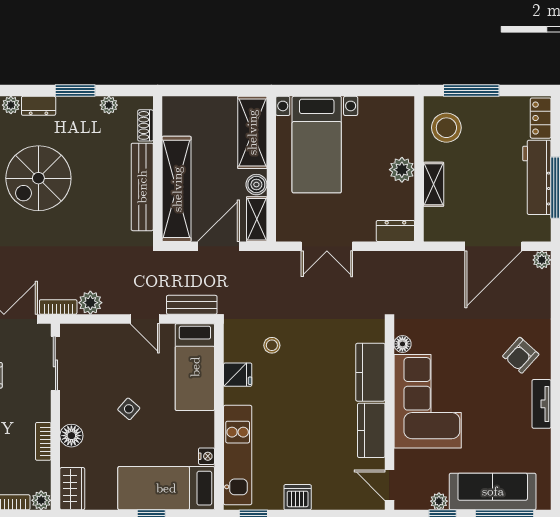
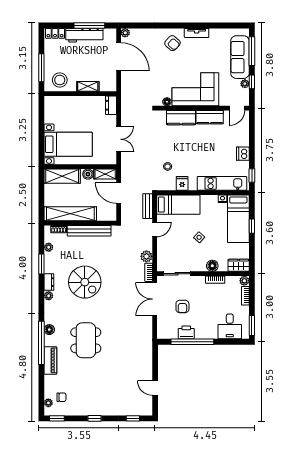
plant: (402, 170) -> (81, 102), removed
shelving: (177, 189) -> (70, 214), moved

